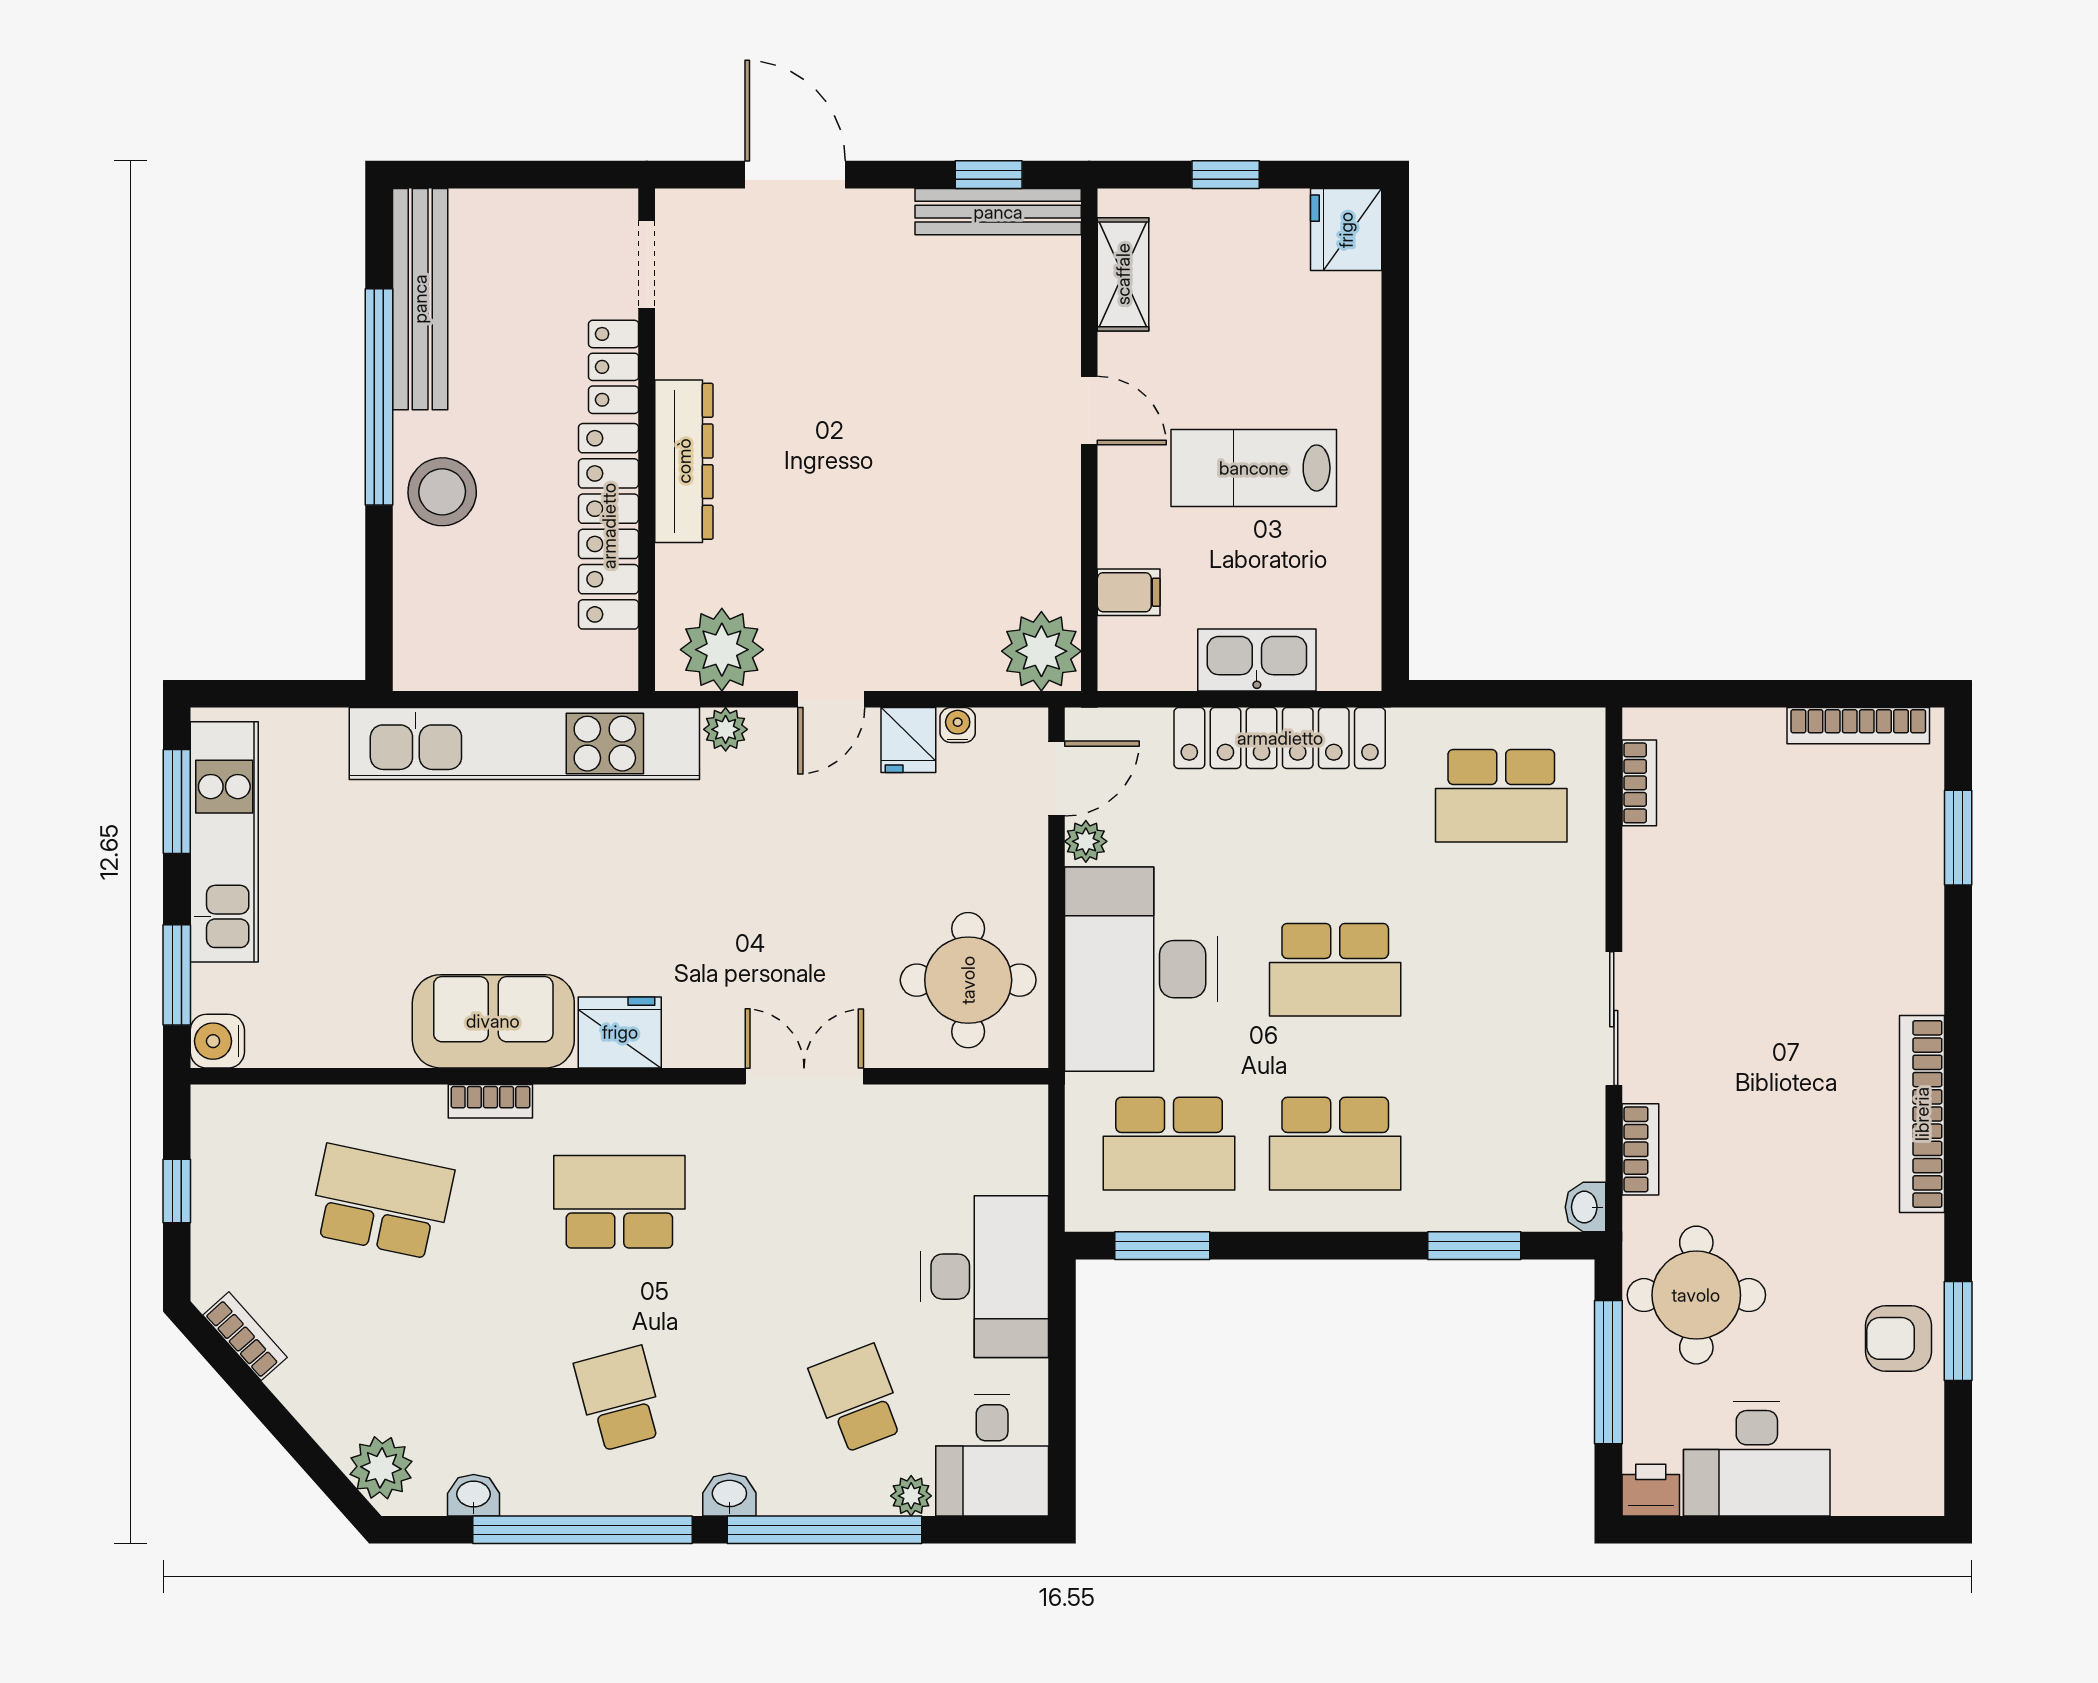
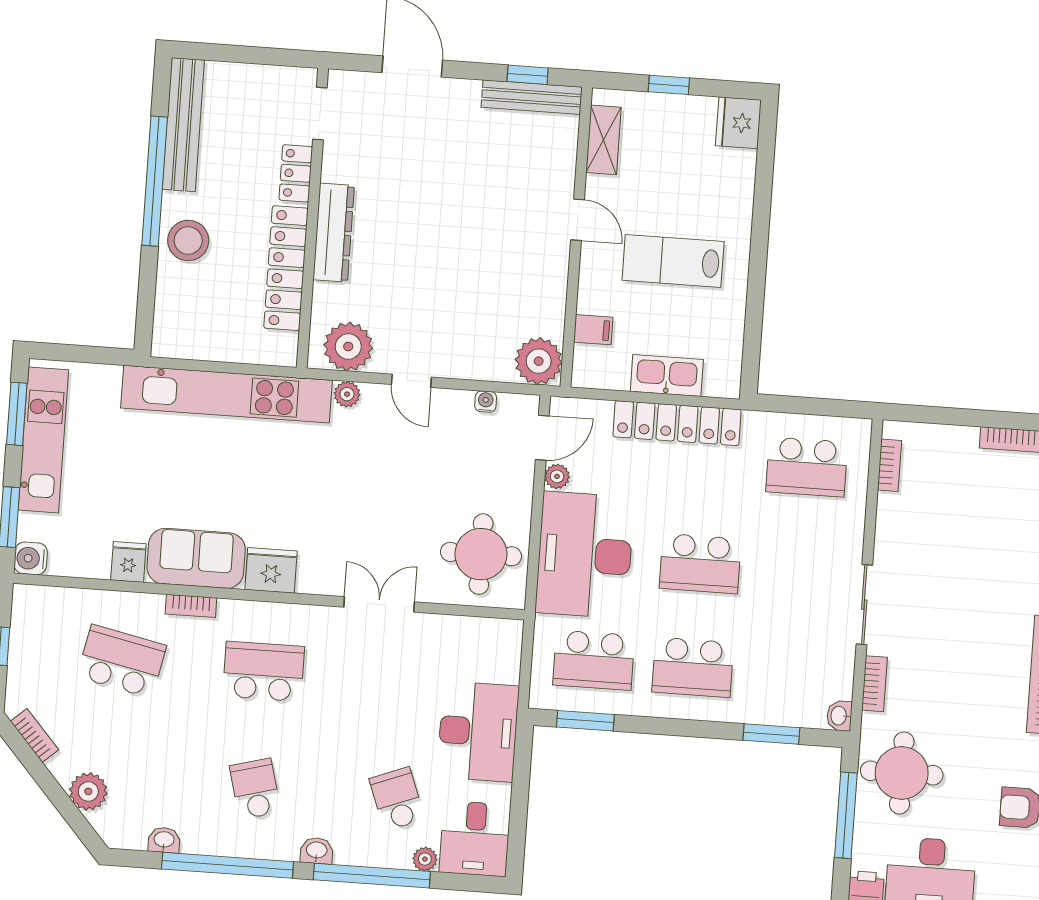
door: (831, 699) -> (411, 381), hinge flipped
fridge: (908, 740) -> (128, 562), moved, turned 180
plant: (381, 1468) -> (88, 791), moved

